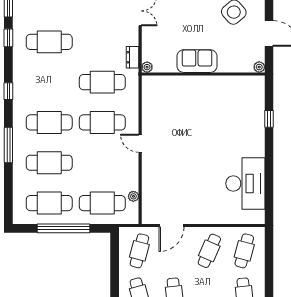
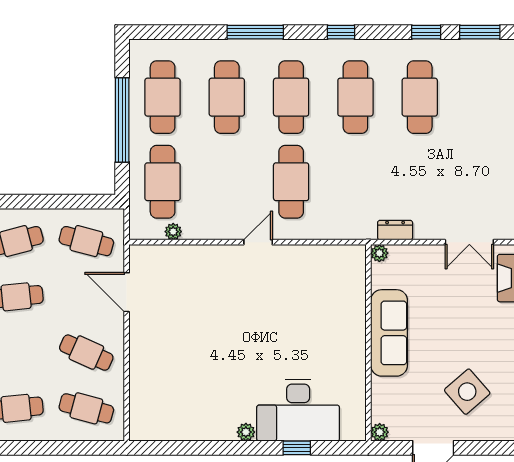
sofa: (197, 61) -> (389, 333), width x1.36
cafe table: (102, 82) -> (355, 97), moved
plant: (259, 151) -> (246, 432), added
desk: (245, 184) -> (298, 410), moved

